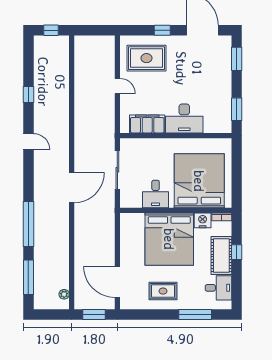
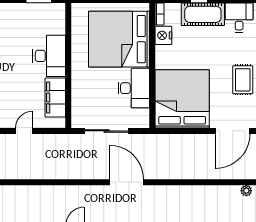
door: (117, 86) -> (24, 131), moved
desk: (156, 194) -> (134, 88), width x1.37
bed: (169, 239) -> (182, 99), moved, turned -90

